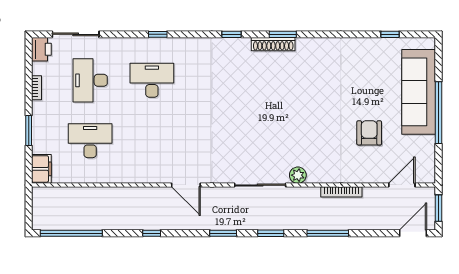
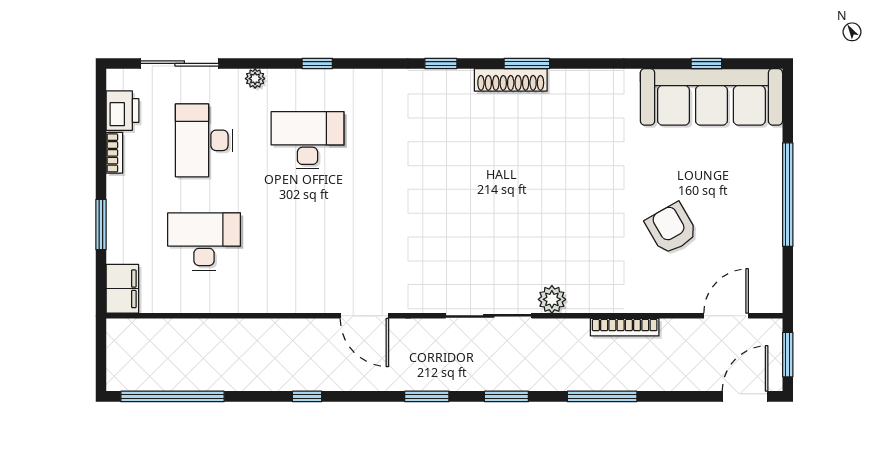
plant: (121, 43) -> (255, 79), added
printer: (41, 49) -> (122, 111), moved
sofa: (419, 92) -> (711, 97), moved, turned -90
armchair: (369, 133) -> (671, 228), turned -30

